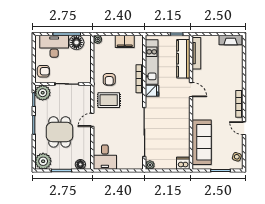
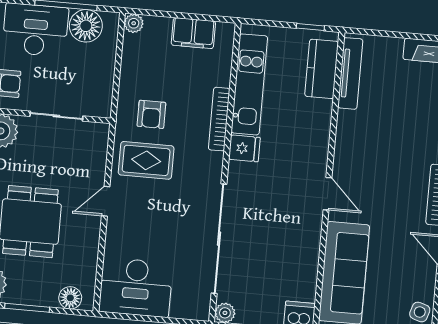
kitchen counter: (183, 59) -> (322, 69), width x0.67
door: (191, 90) -> (327, 194), moved
desk: (105, 157) -> (136, 287), width x1.37

